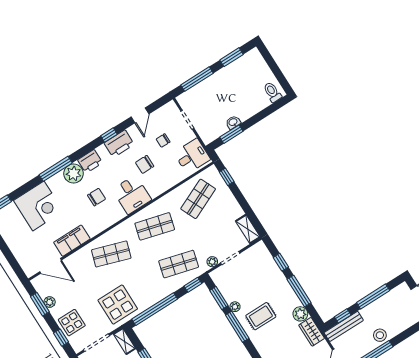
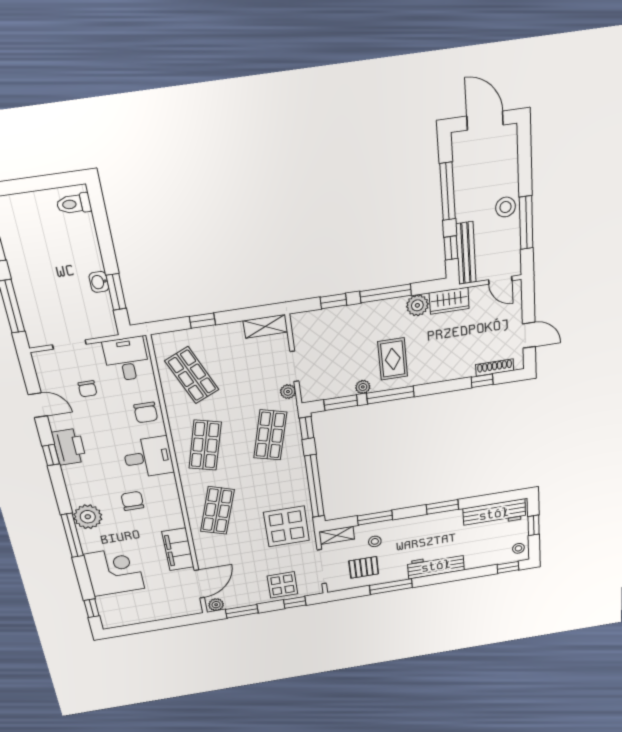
printer: (90, 161) -> (79, 491), removed
chair: (145, 164) -> (146, 412), moved
window: (227, 177) -> (202, 321), moved
plant: (50, 302) -> (216, 605), moved

